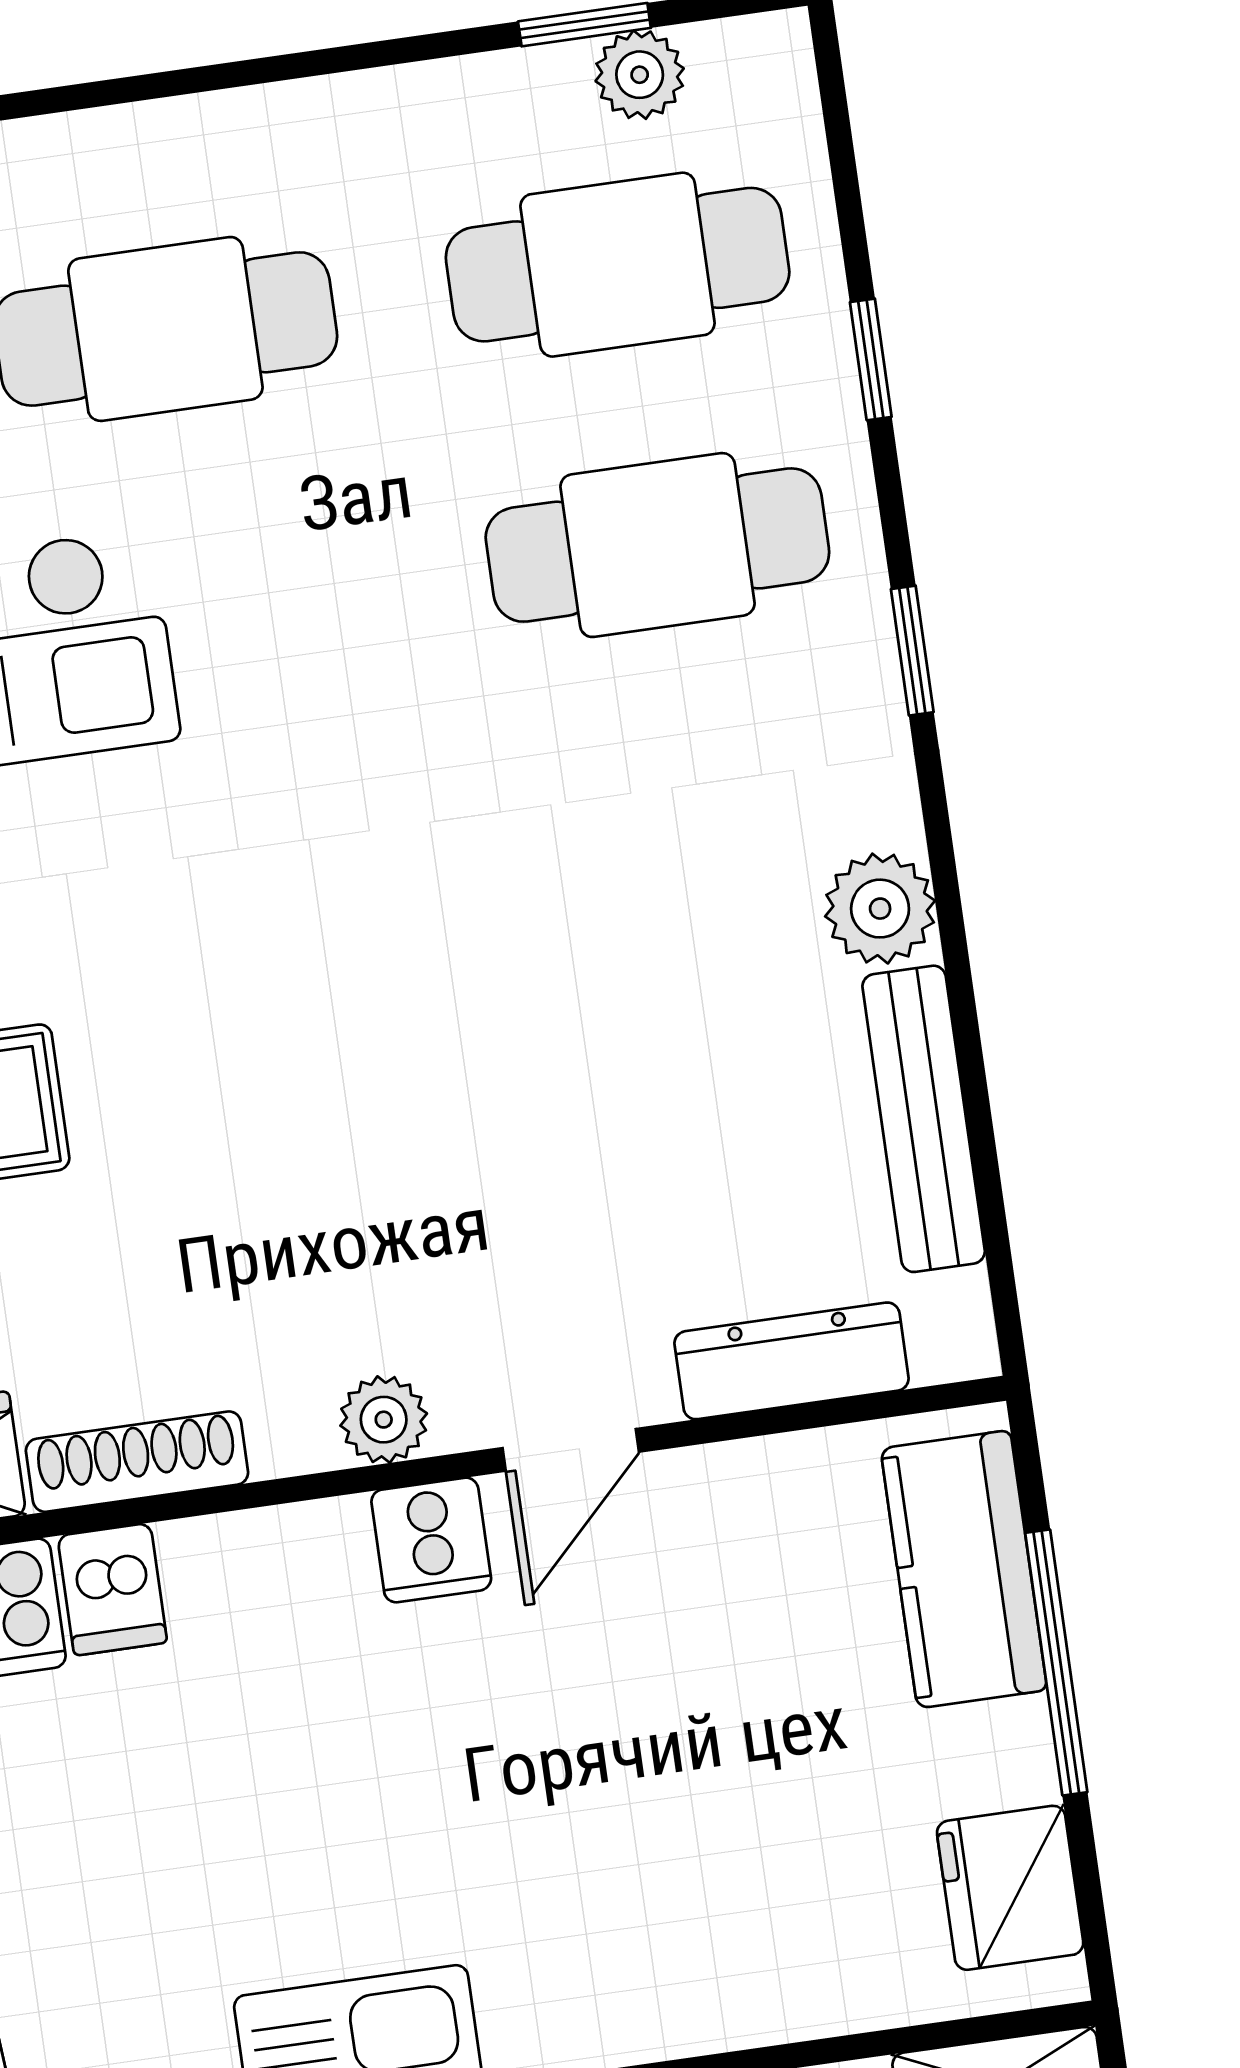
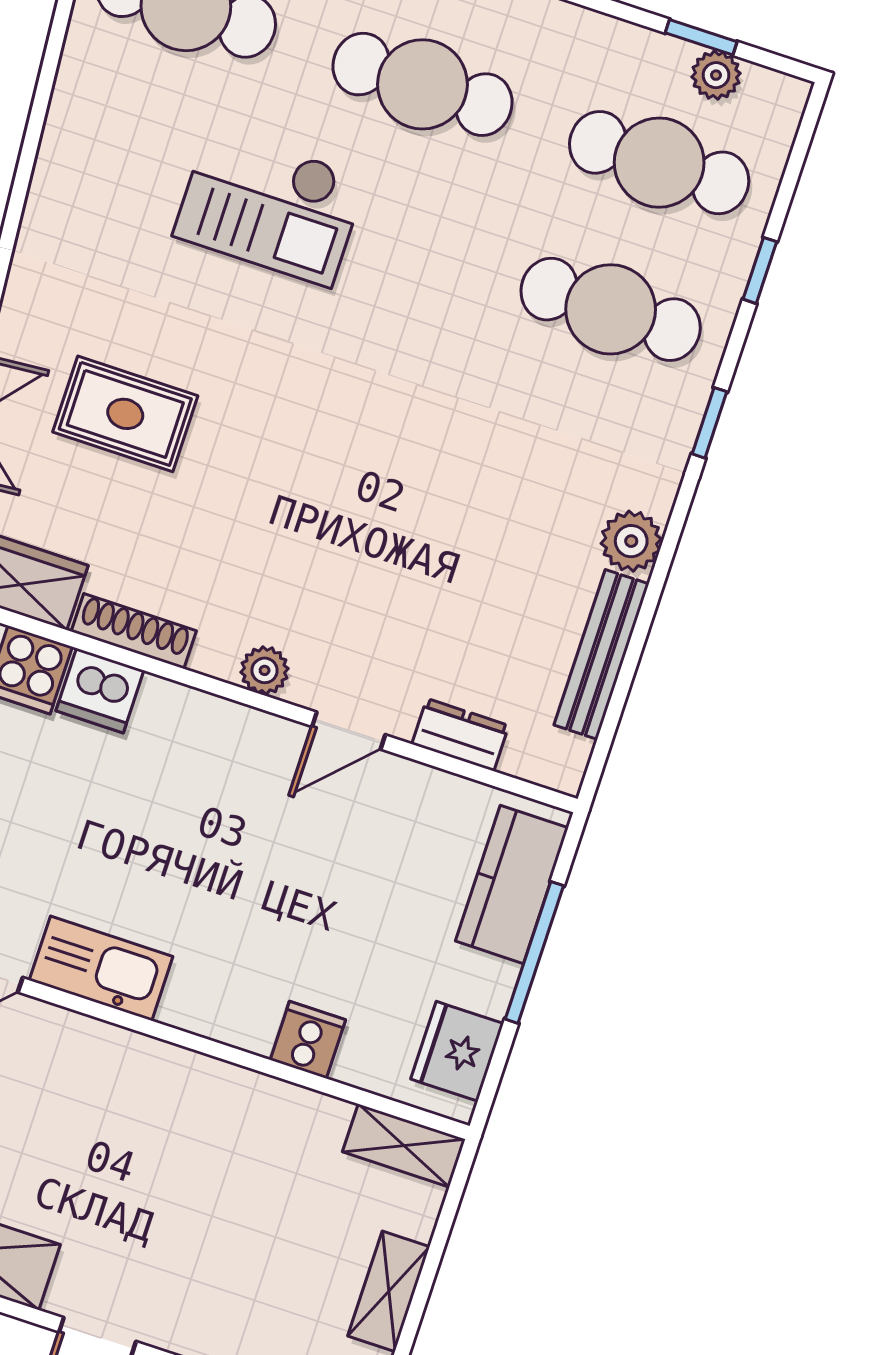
dresser: (792, 1361) -> (460, 735), width x0.70
cooker: (431, 1540) -> (308, 1040), moved, turned 180
dishwasher: (112, 1589) -> (100, 691), width x1.38

